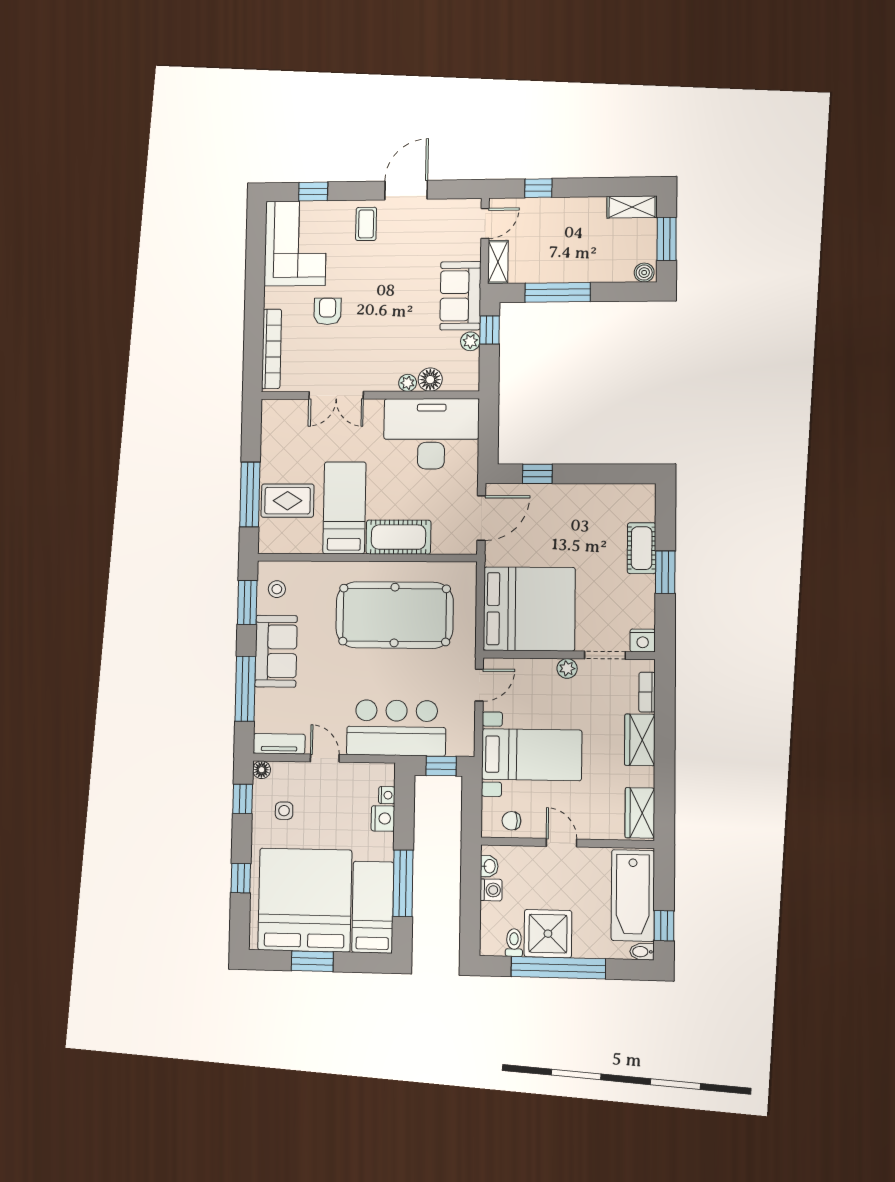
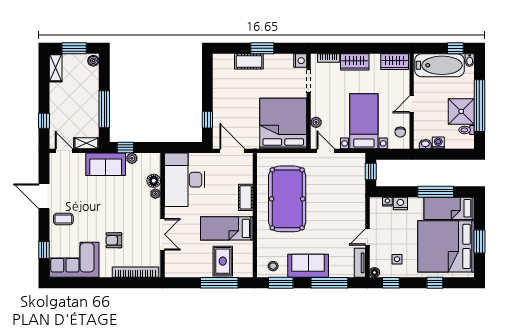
cot: (398, 537) -> (246, 197), width x0.73, depth x0.75
plant: (567, 668) -> (316, 122), moved
bar counter: (396, 728) -> (350, 197), removed

